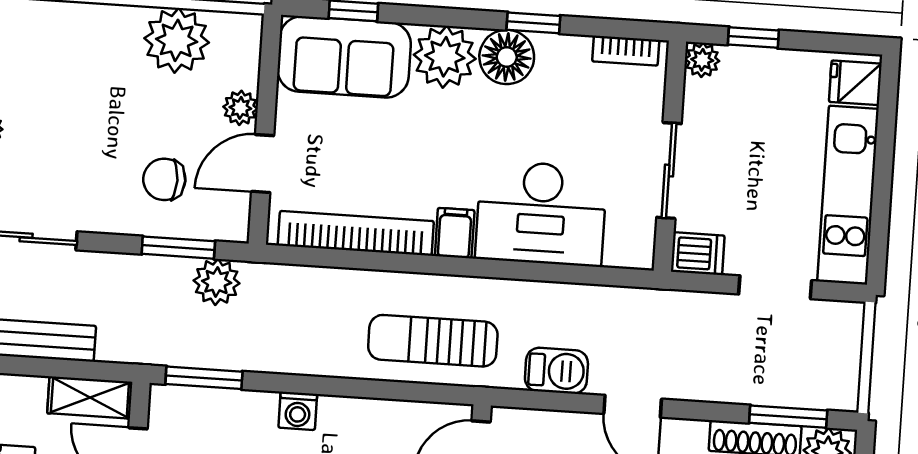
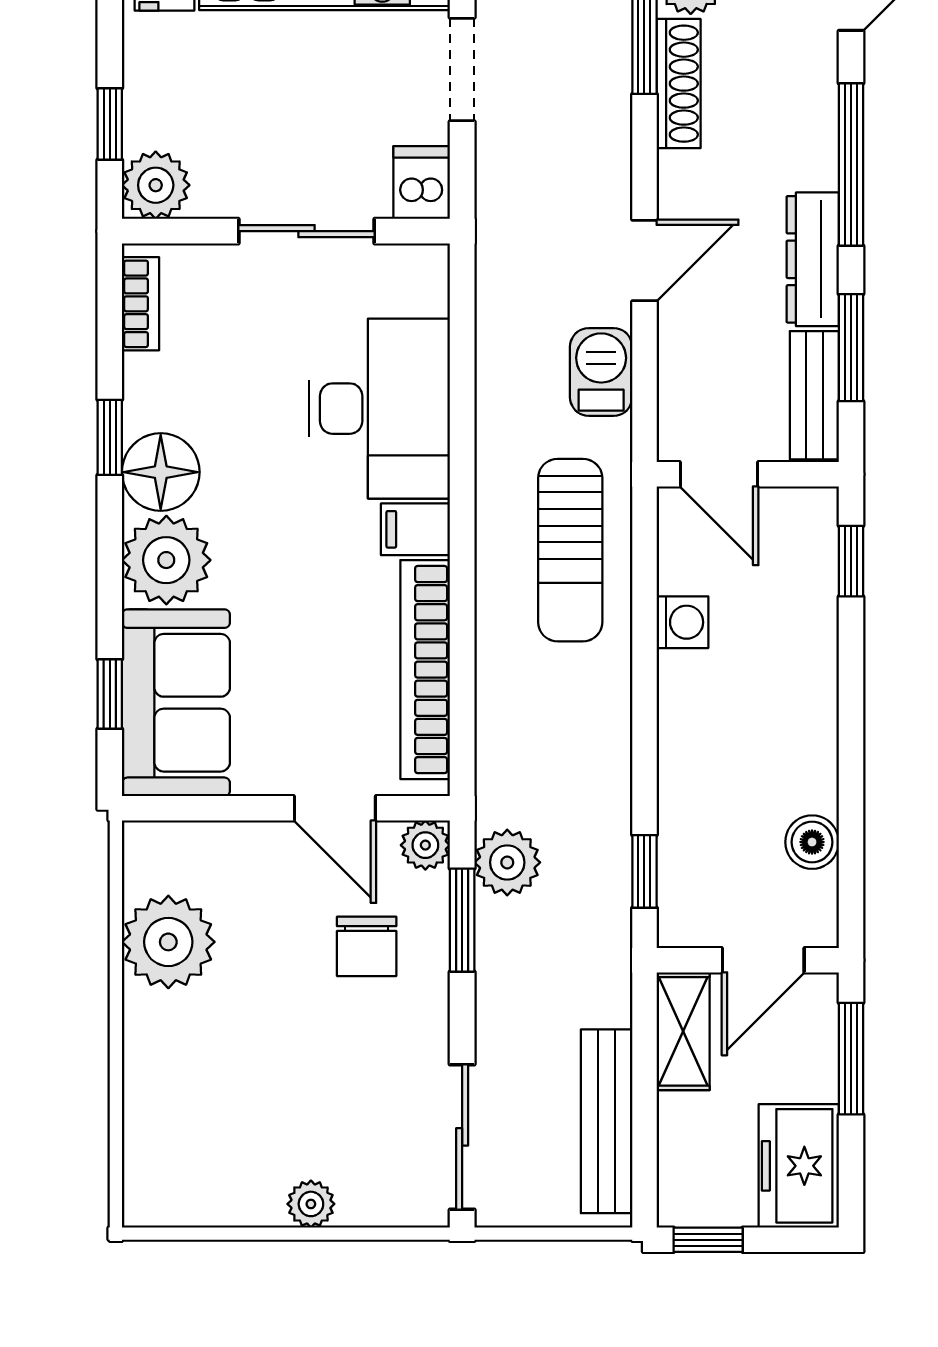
plant: (702, 60) -> (156, 185), width x1.38, depth x1.38
plant: (240, 108) -> (425, 845), moved
window: (204, 378) -> (644, 871), width x0.67
washing machine: (298, 411) -> (682, 622), moved

